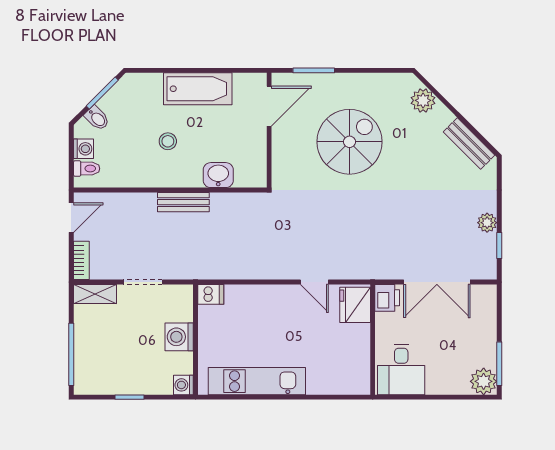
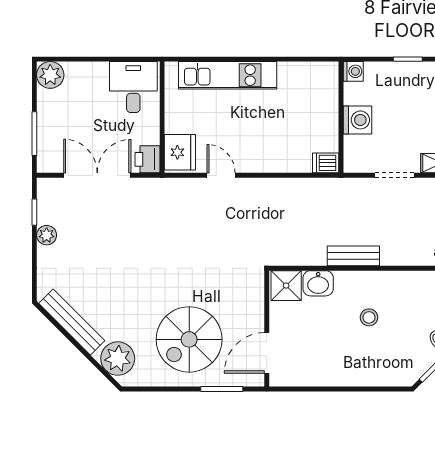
bathtub: (198, 89) -> (339, 370), removed
plant: (423, 100) -> (118, 359), width x1.36, depth x1.36
spiral stairs: (349, 142) -> (189, 339), moved
bench: (469, 144) -> (72, 322), width x1.36
shower: (250, 173) -> (286, 286), added
window: (499, 364) -> (34, 134), moved
kitchen unit: (257, 381) -> (228, 75), moved

